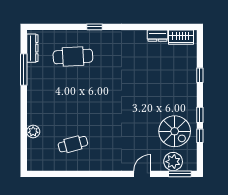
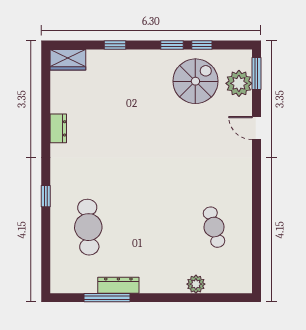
dresser: (157, 36) -> (58, 128), moved
wardrobe: (181, 37) -> (68, 60), moved, turned 90
dresser: (32, 48) -> (118, 285), moved

